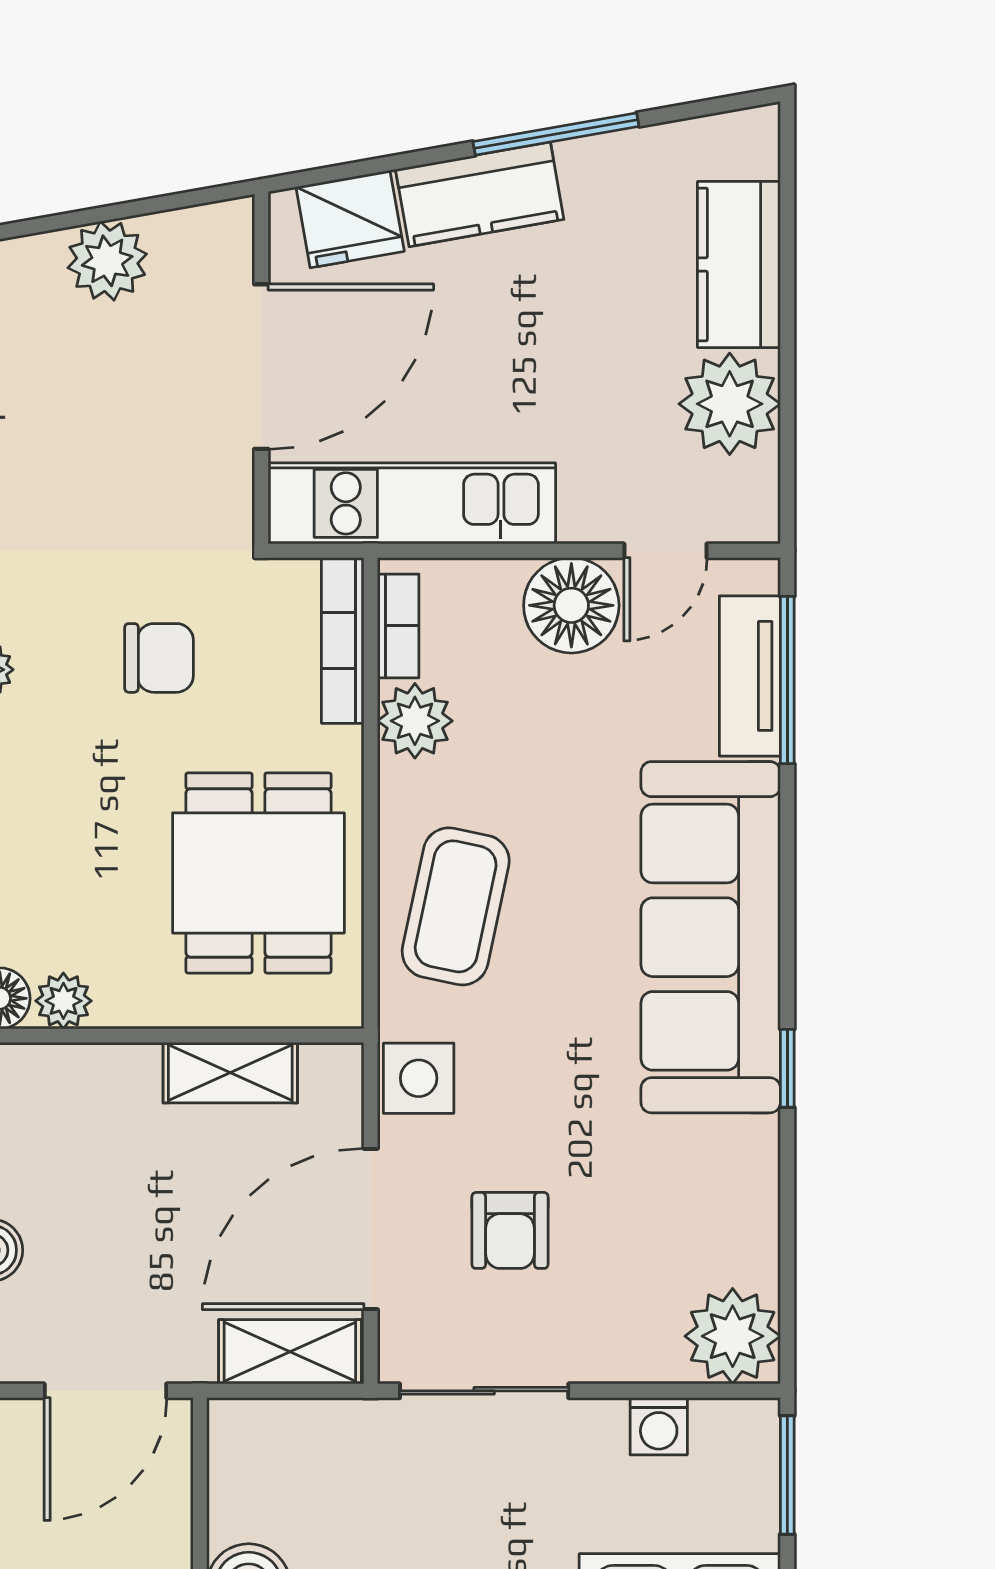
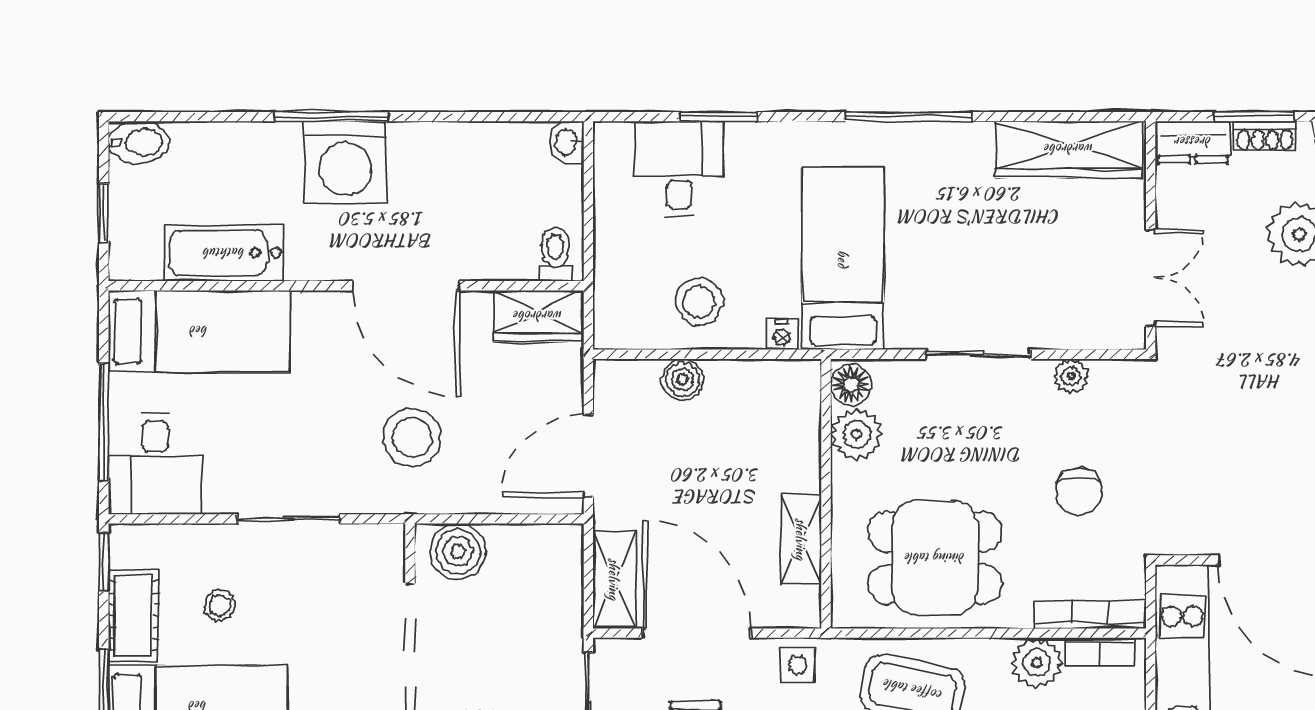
plant: (63, 1001) -> (856, 435), width x1.38, depth x1.38
side table: (419, 1078) -> (798, 665), width x0.73, depth x0.73
door: (105, 1391) -> (588, 456), hinge flipped

